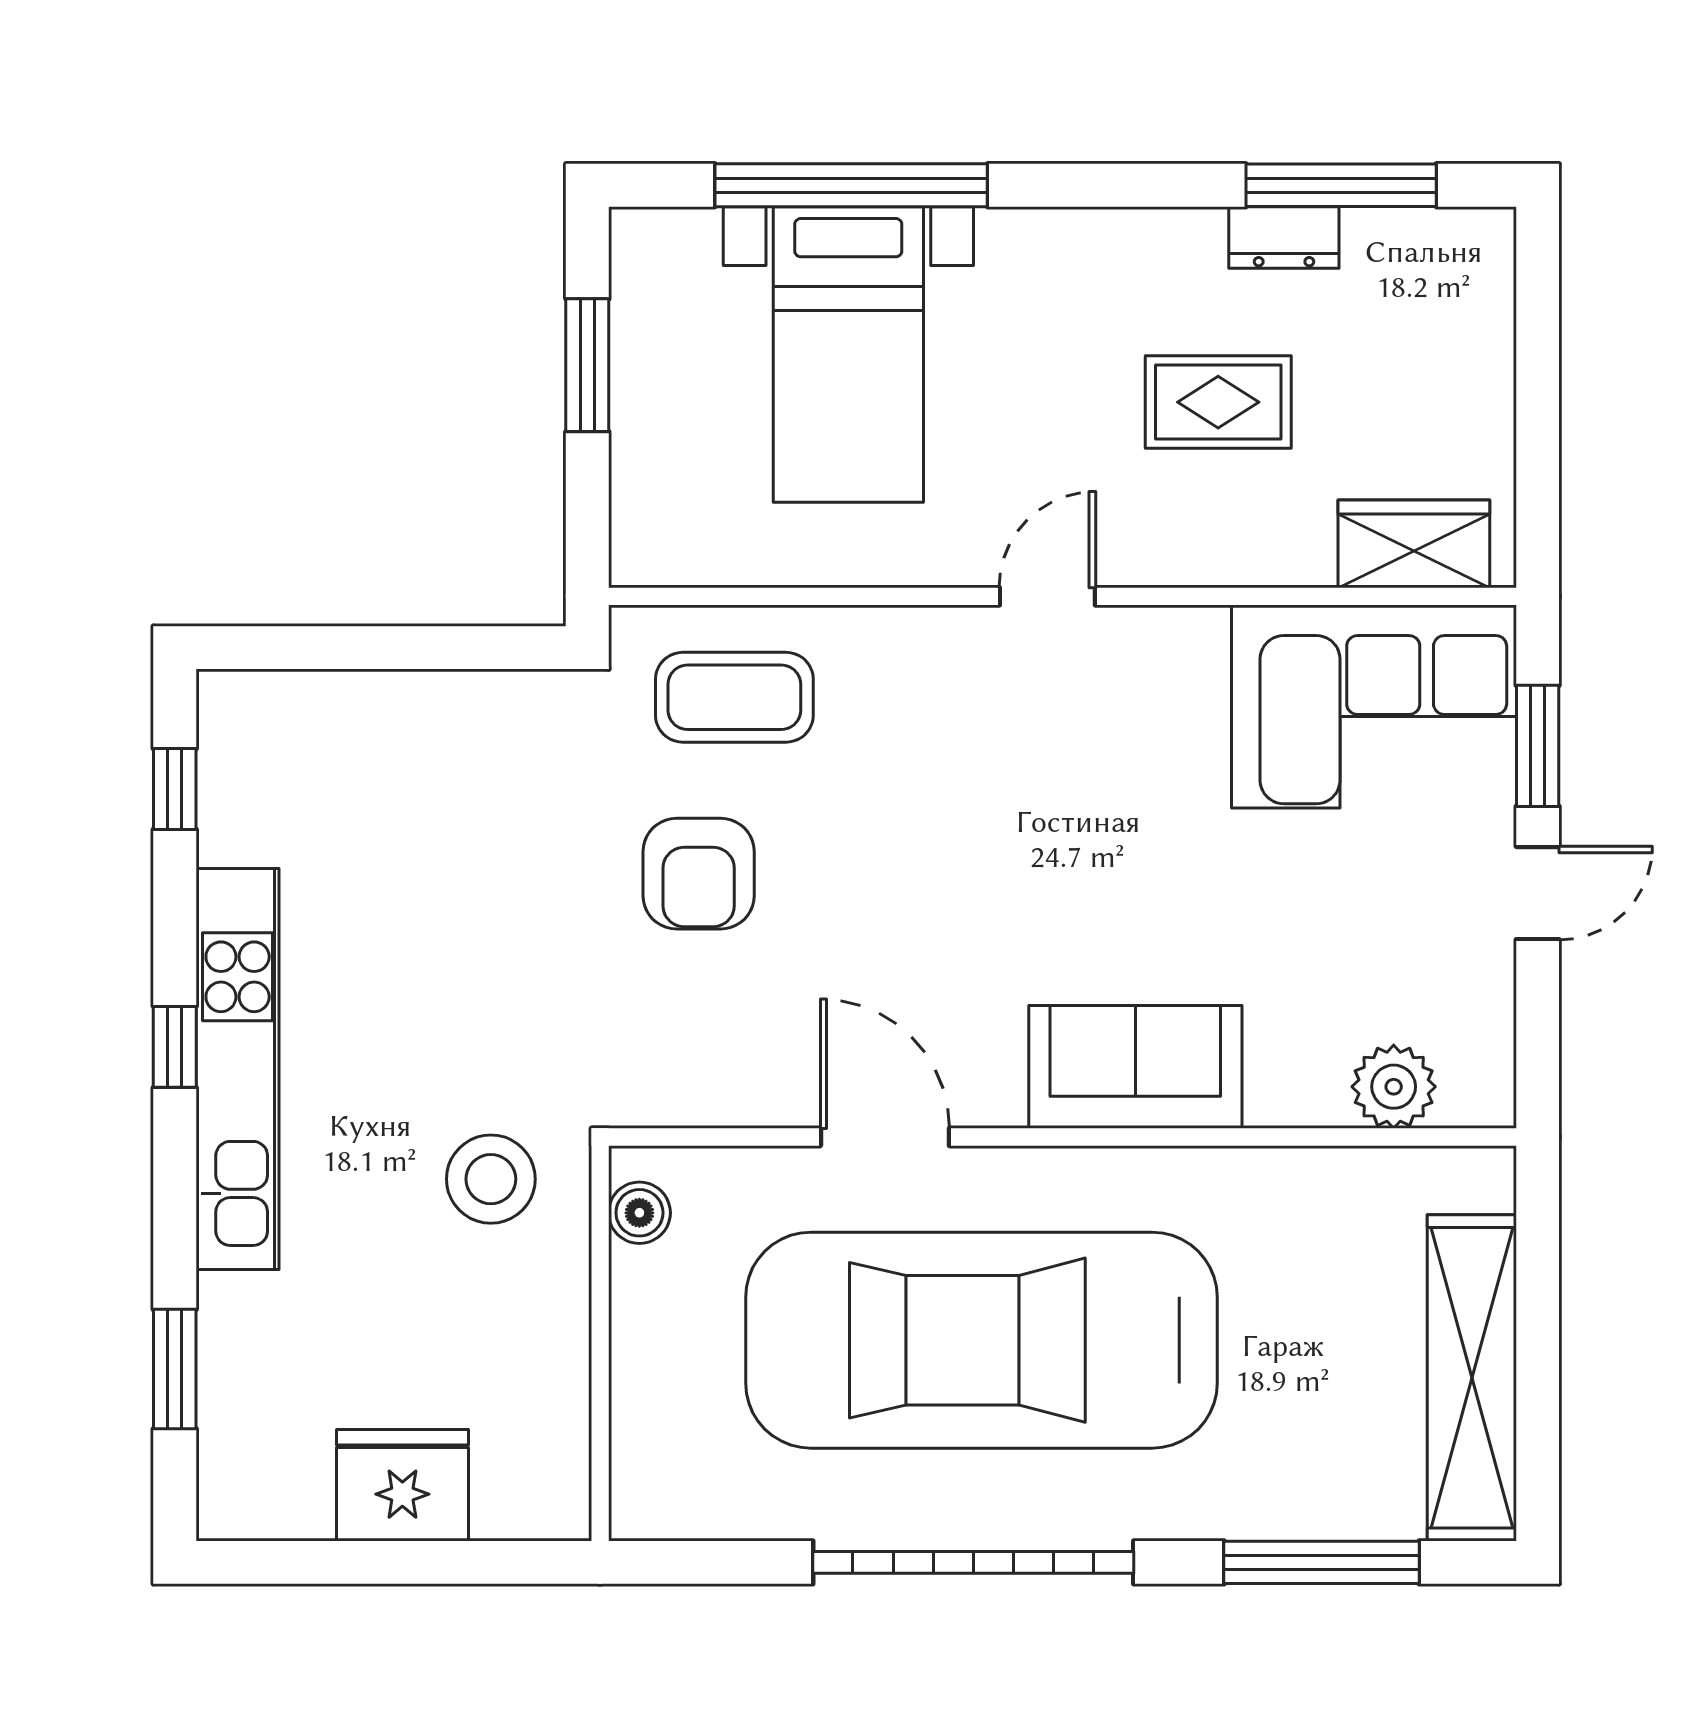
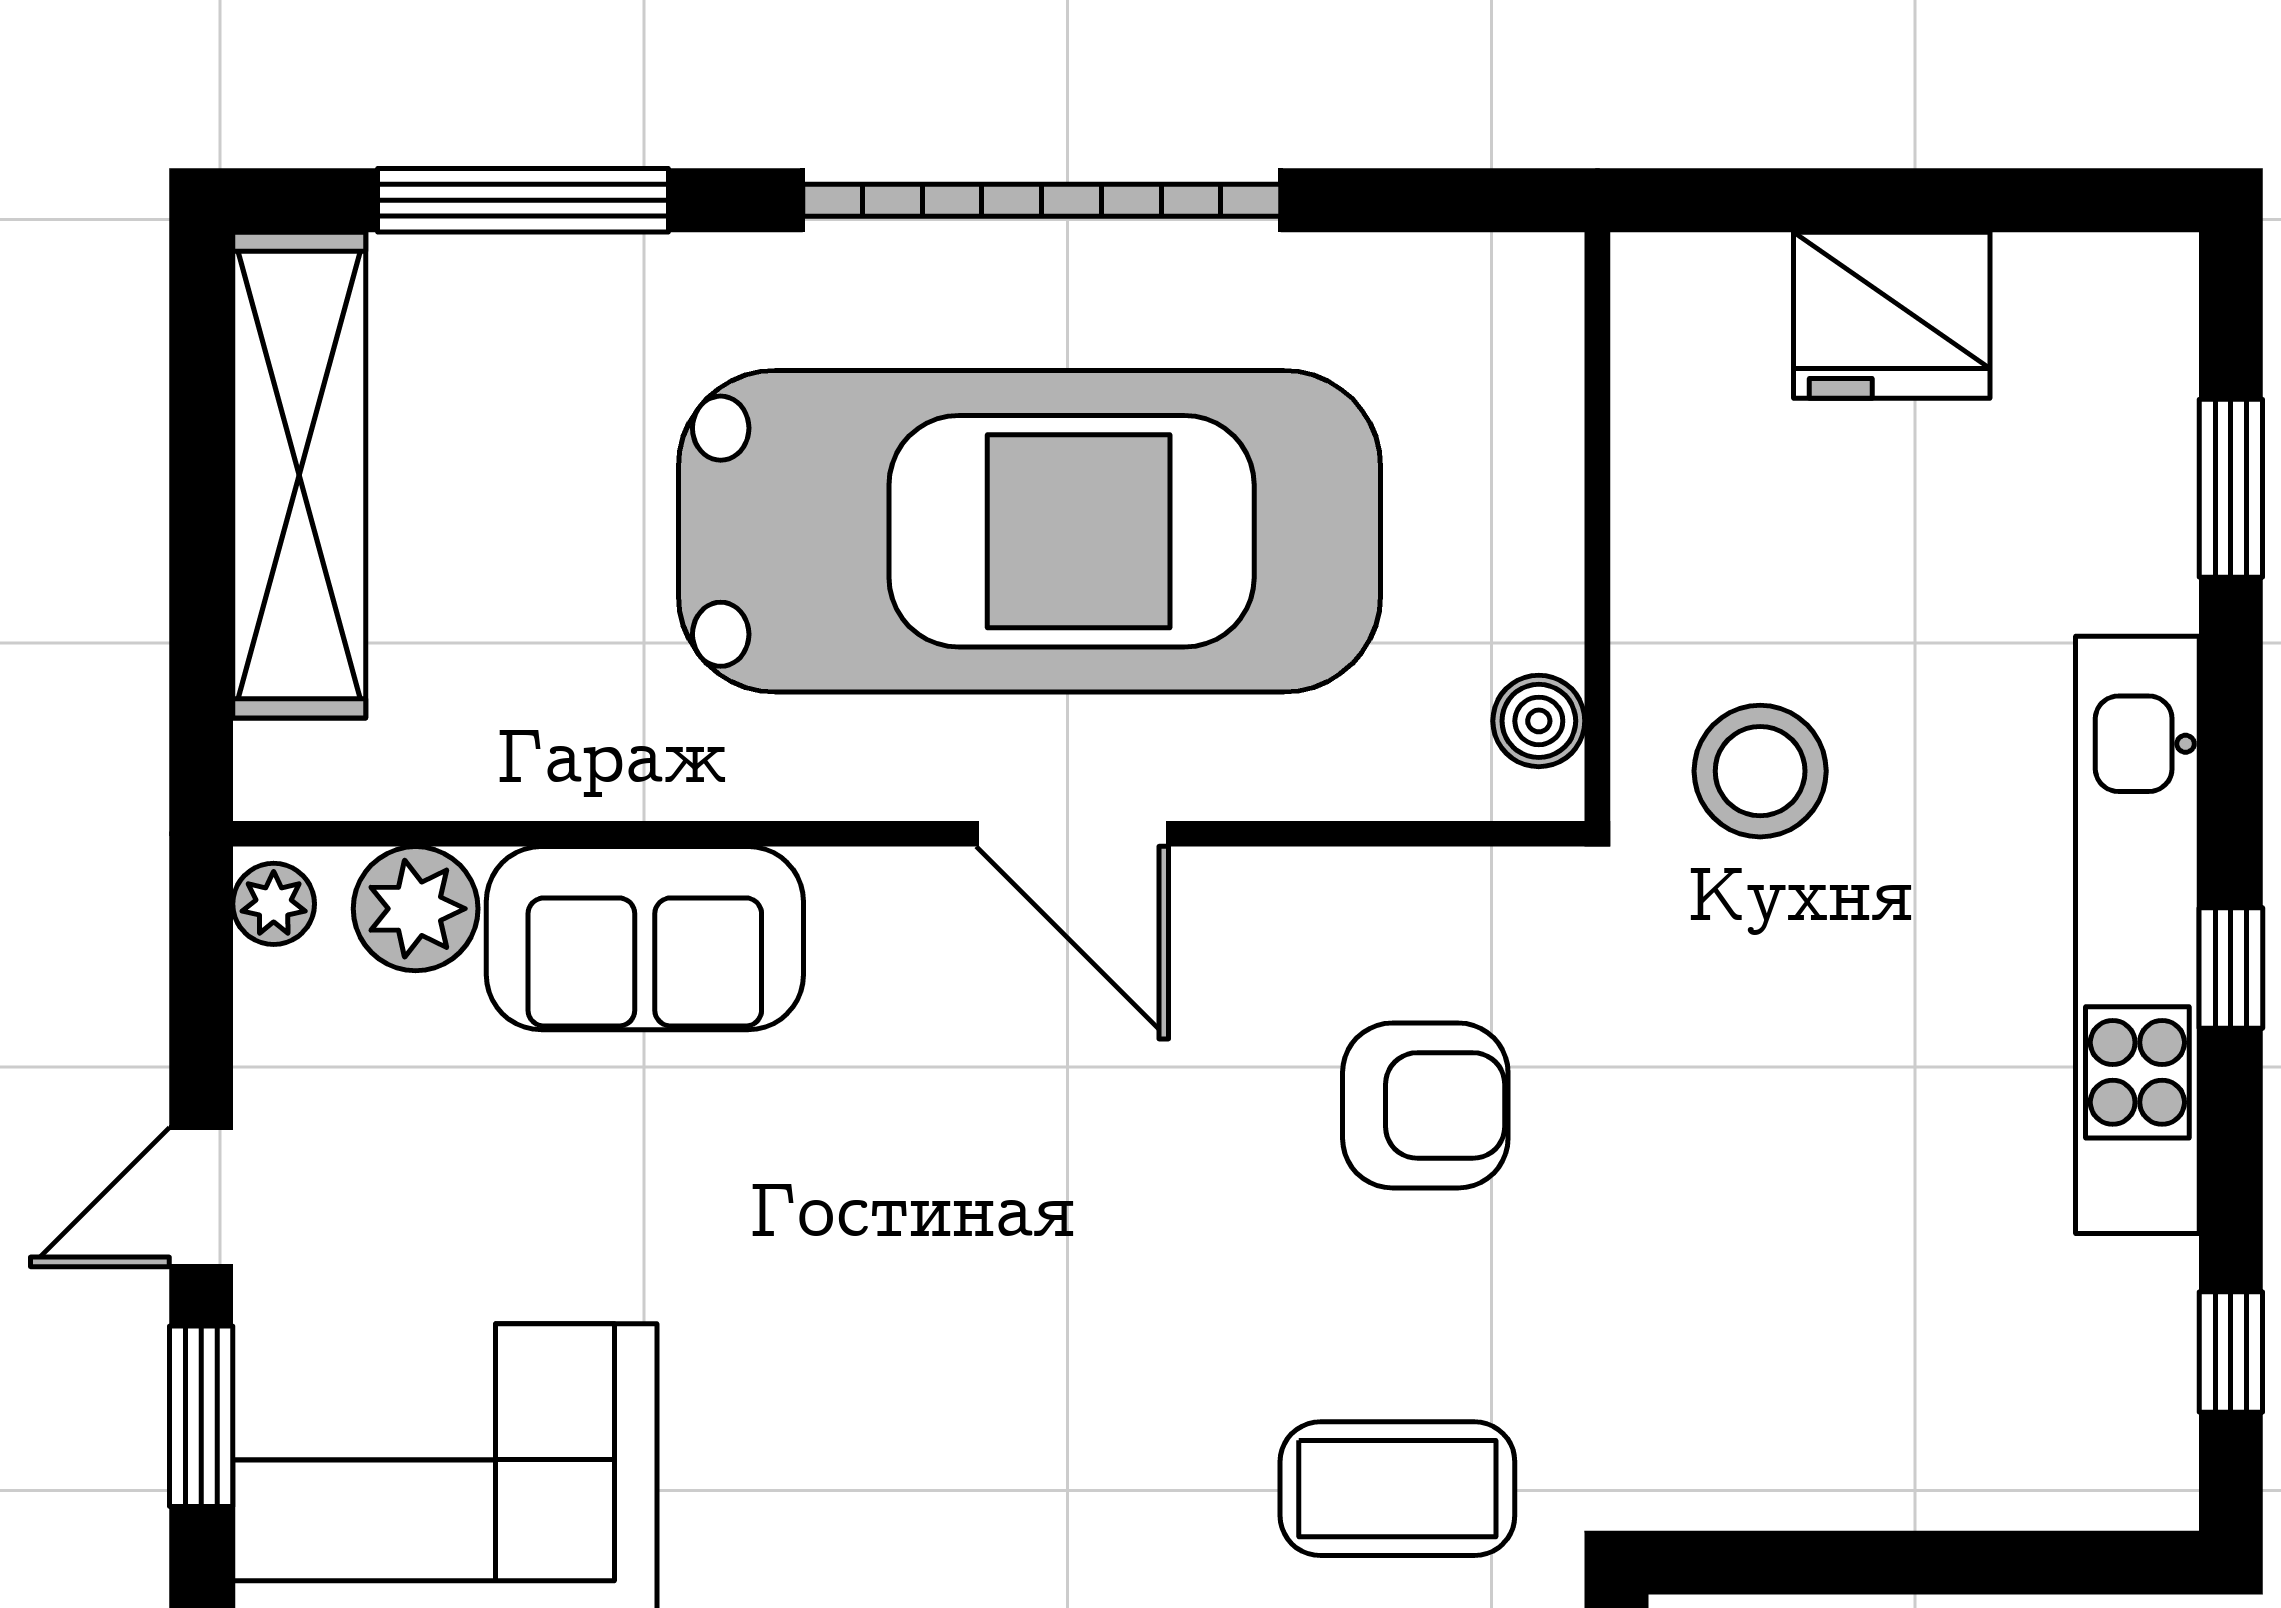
armchair: (699, 874) -> (1425, 1105), moved, turned 90
sofa: (1135, 1067) -> (645, 938), moved
plant: (1489, 1090) -> (274, 904), added
door: (885, 1137) -> (1072, 834), moved

